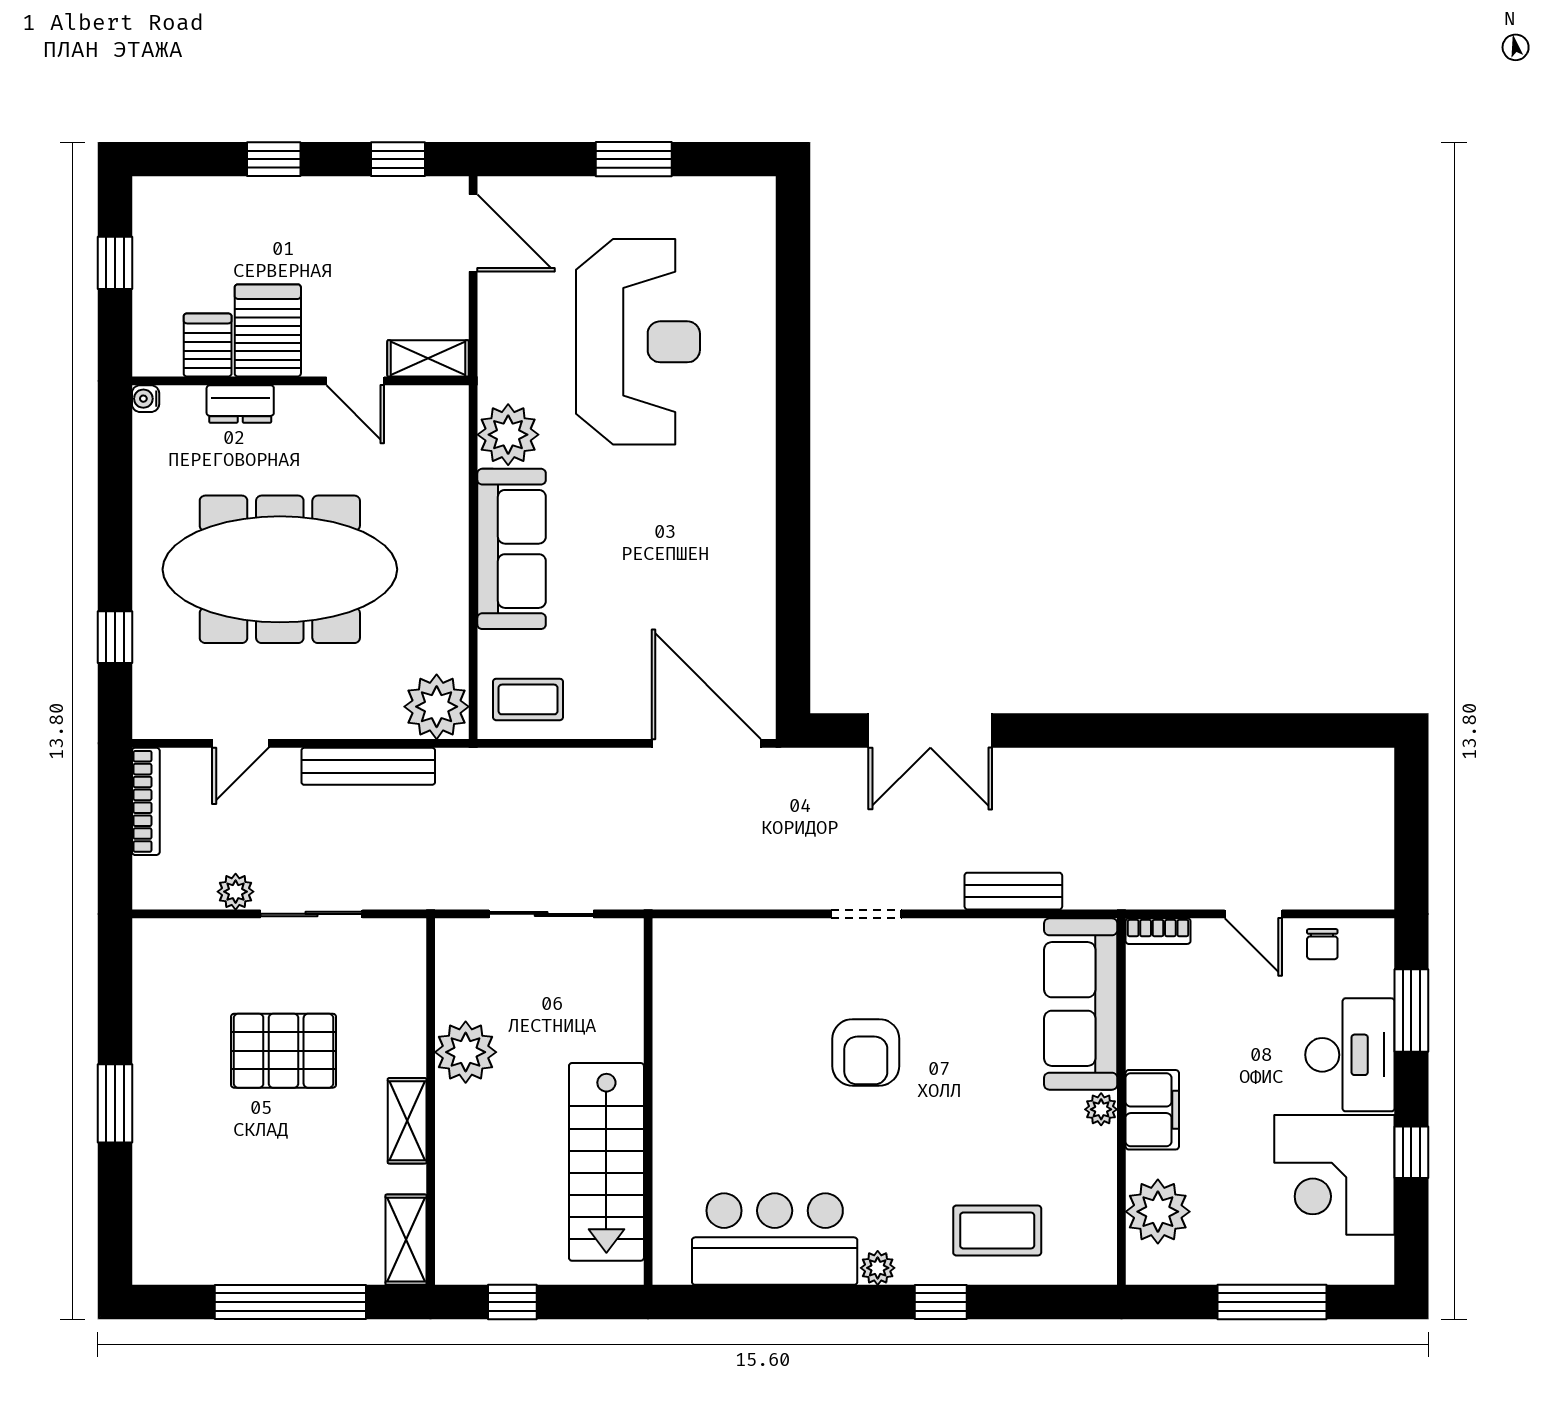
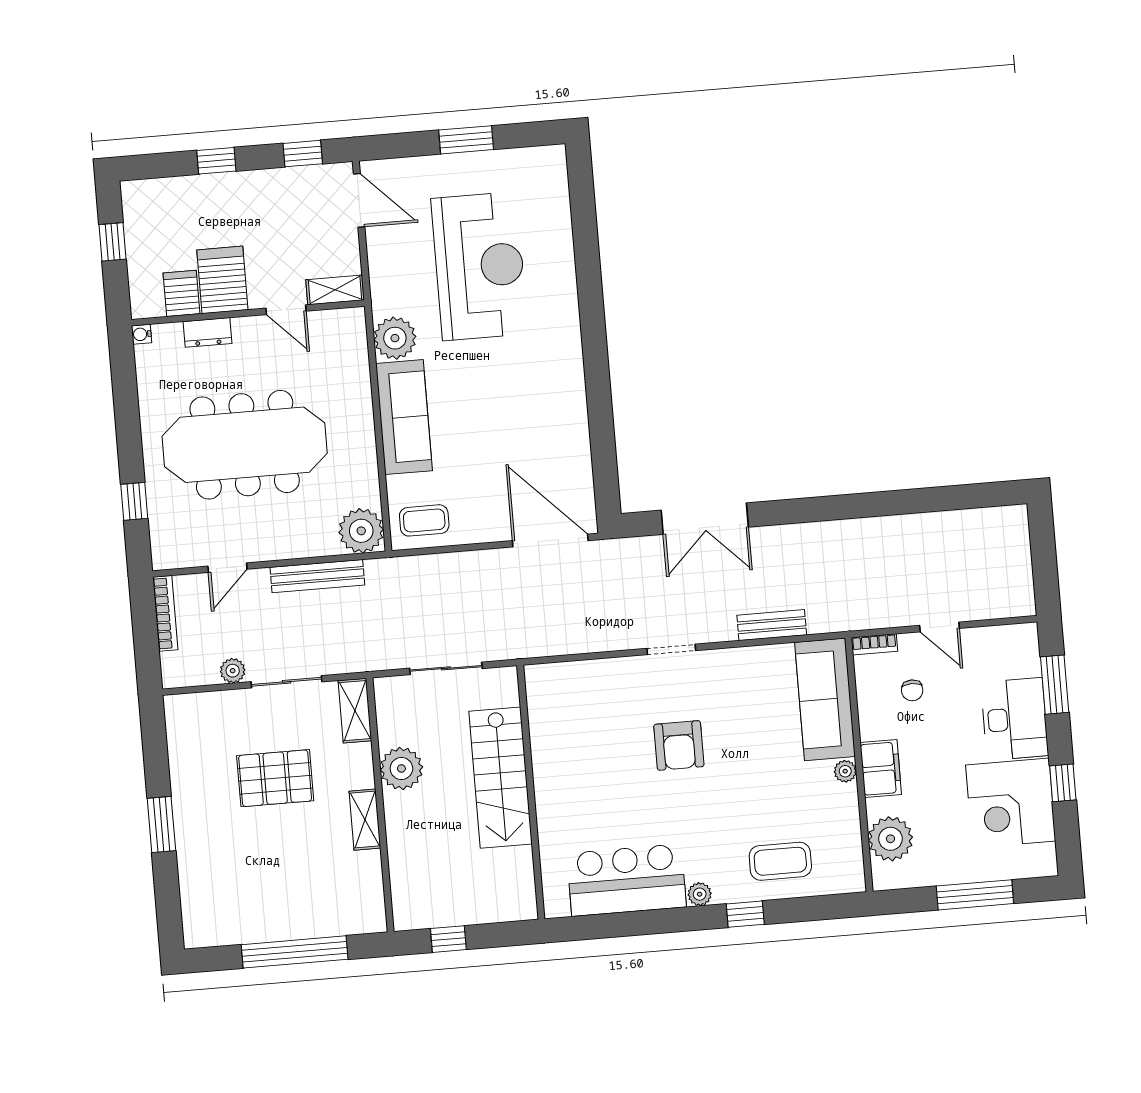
chair: (1322, 944) -> (912, 690), moved
stairs: (606, 1162) -> (501, 778), moved
shelving: (406, 1240) -> (355, 711), moved

